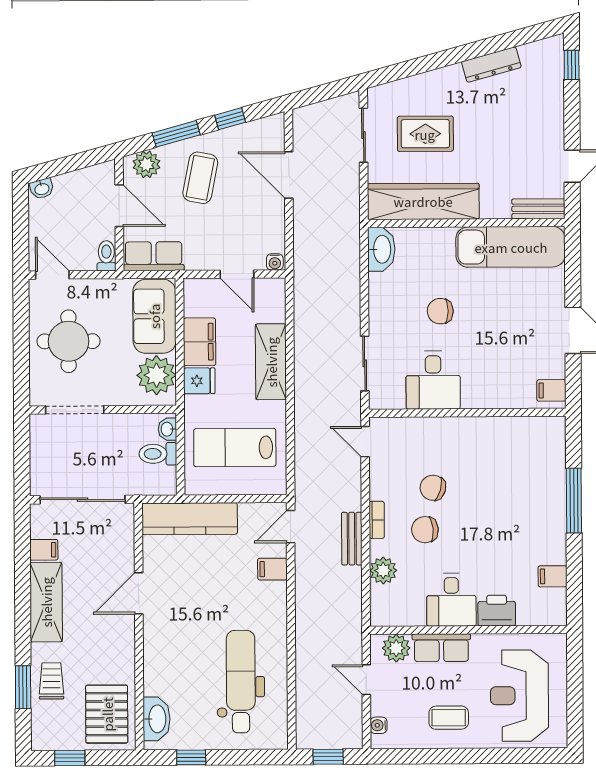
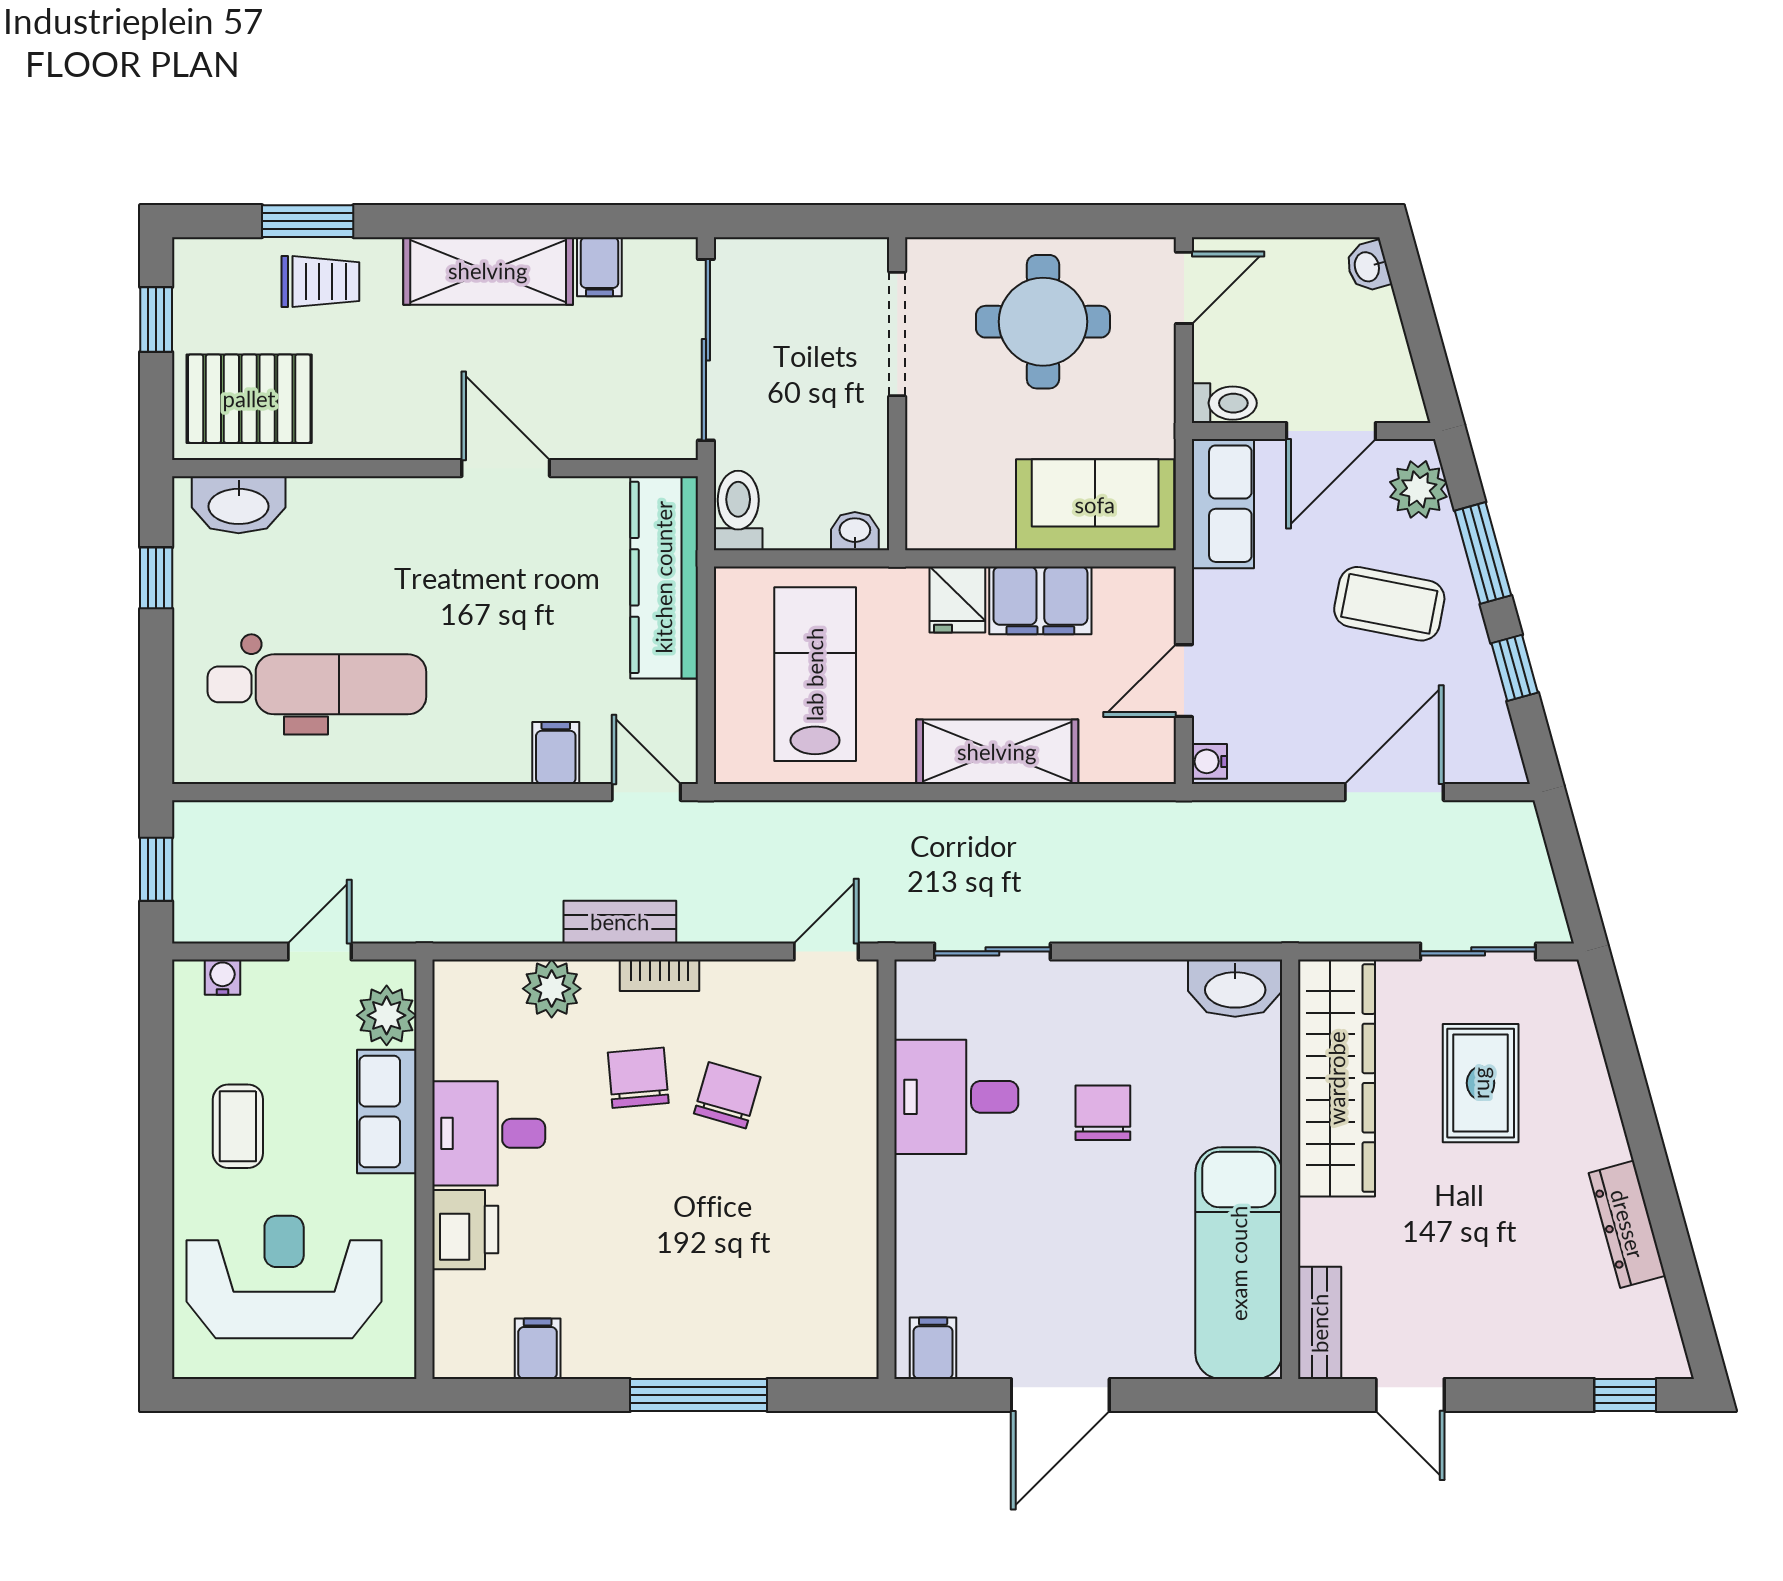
plant: (156, 375) -> (970, 508), removed
toilet: (158, 454) -> (738, 511), moved

